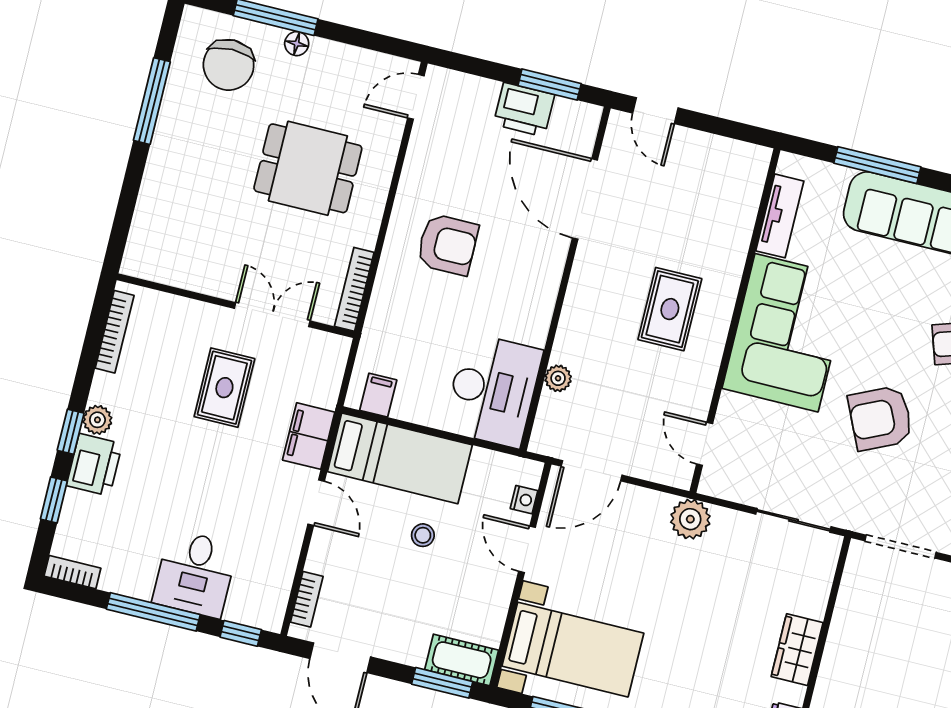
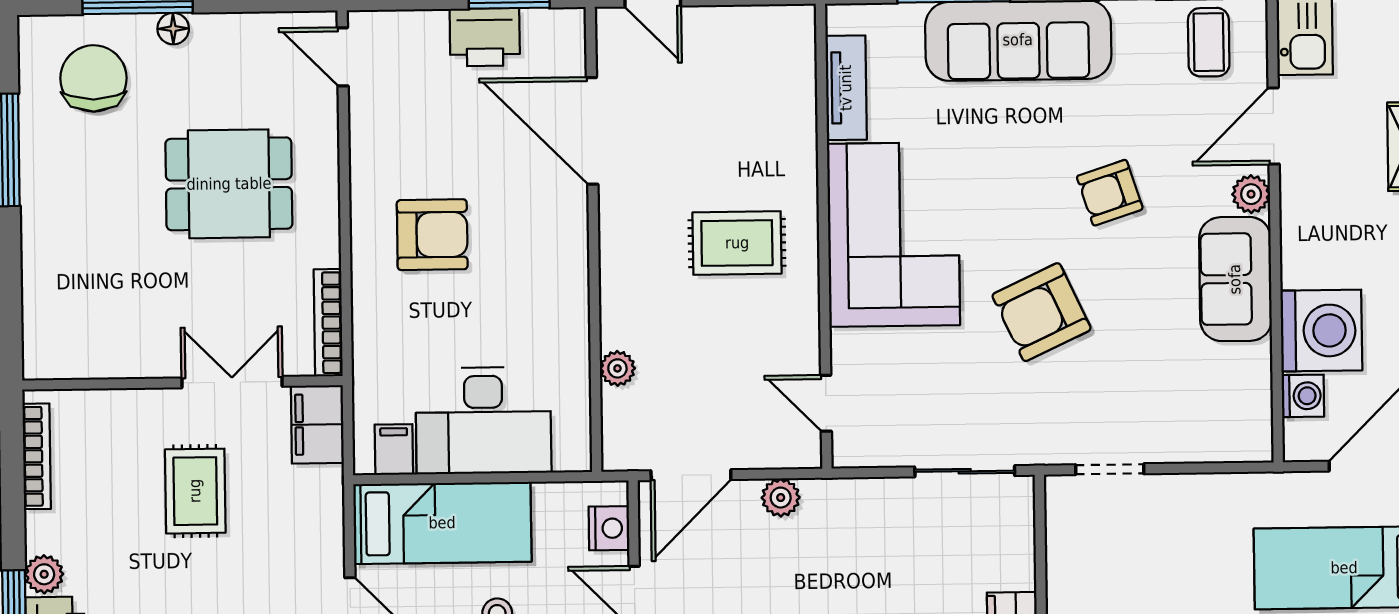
chair: (229, 65) -> (93, 78), turned 180
door: (416, 97) -> (343, 57), hinge flipped
rug: (670, 309) -> (737, 243), turned 90
desk: (493, 390) -> (483, 420), moved, turned 90
filing cabinet: (309, 436) -> (317, 424), moved
nightstand: (524, 500) -> (609, 528), width x1.39, depth x1.35
plant: (690, 519) -> (781, 498), moved, width x0.73, depth x0.73
doorway: (900, 547) -> (1110, 469), width x0.73

